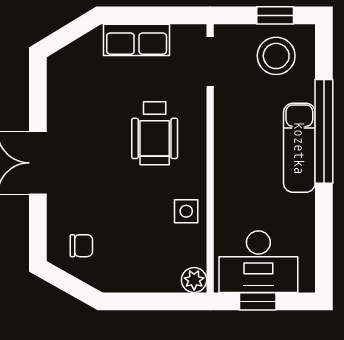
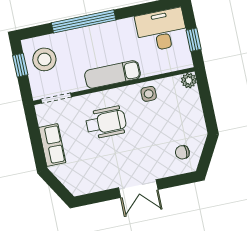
exam couch: (299, 148) -> (113, 74), moved, turned 180
chair: (81, 246) -> (182, 152), turned -90
desk: (258, 262) -> (161, 30), moved, turned -90

